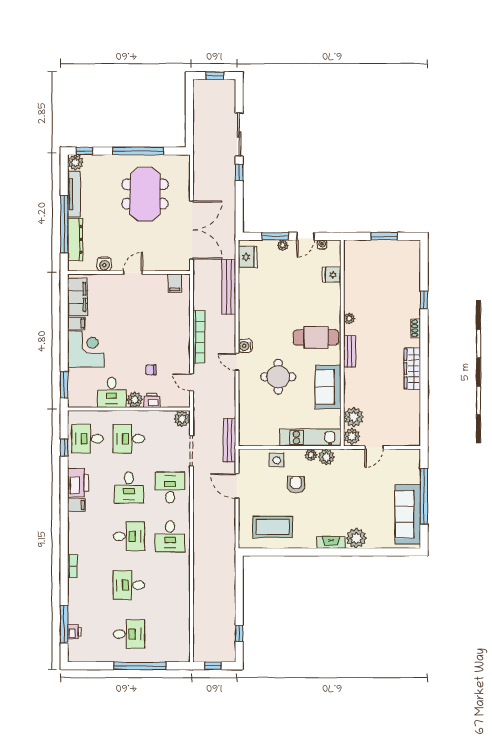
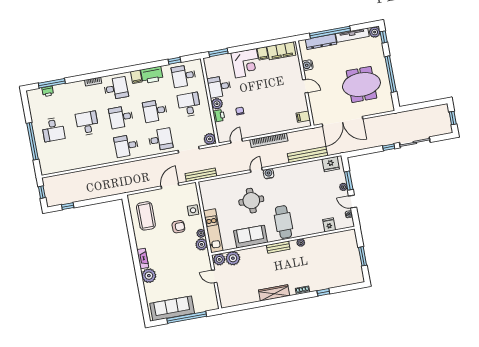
desk: (88, 439) -> (184, 76), turned -90
desk: (88, 536) -> (116, 88), added
desk: (129, 536) -> (121, 117), turned 90

